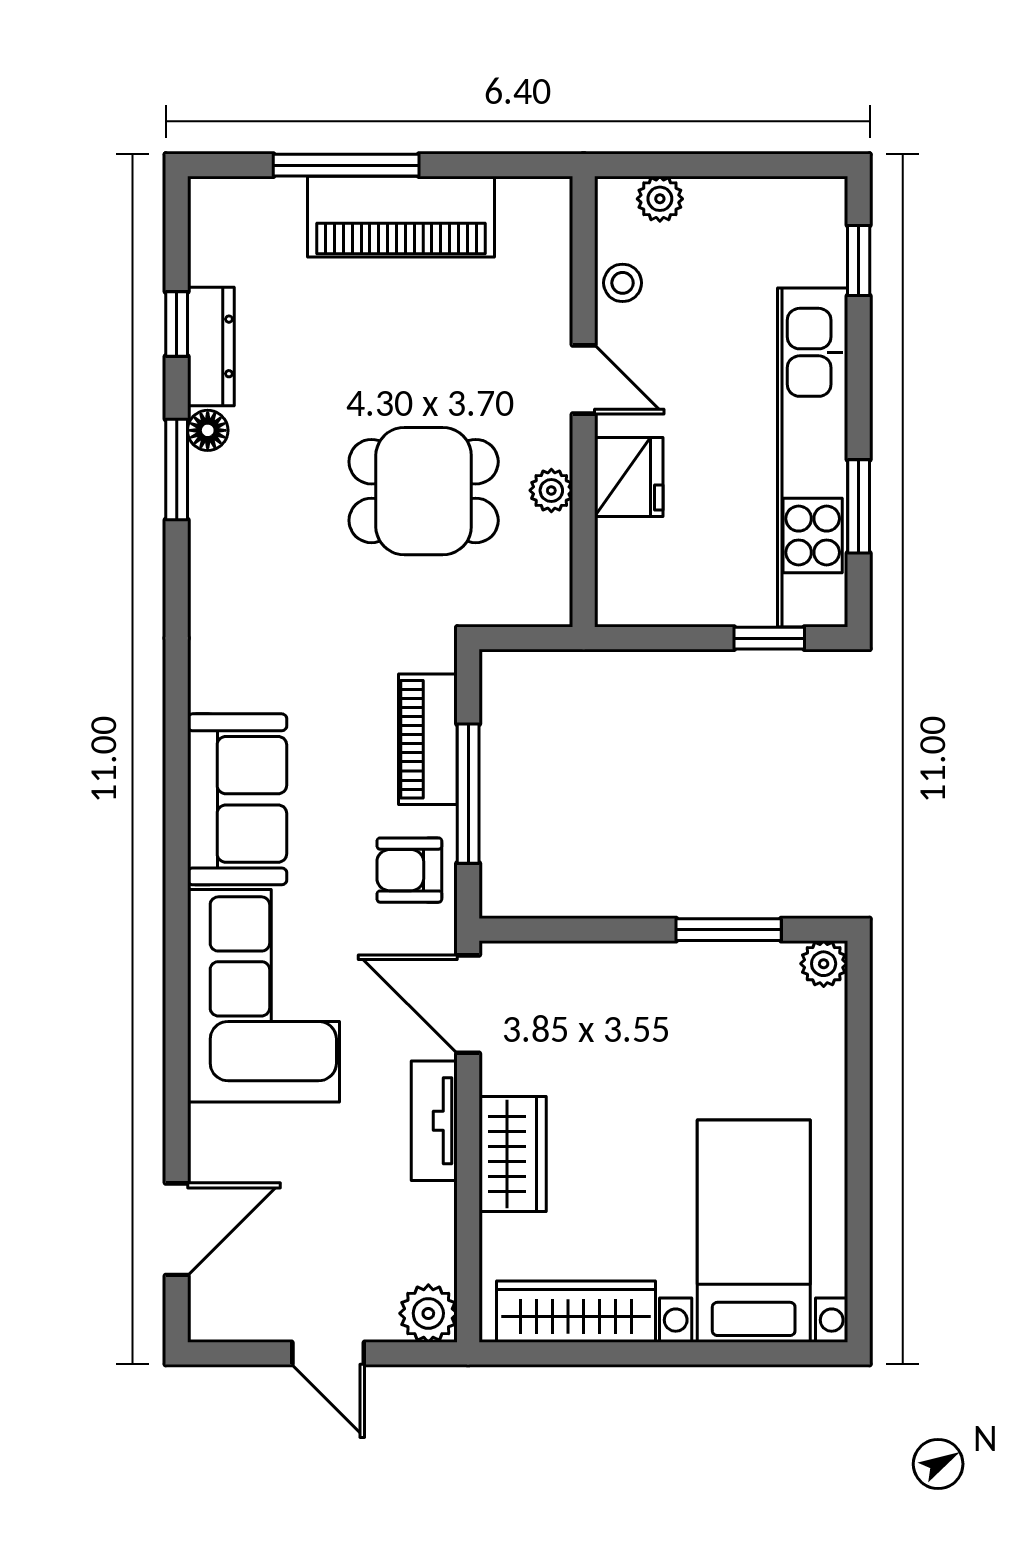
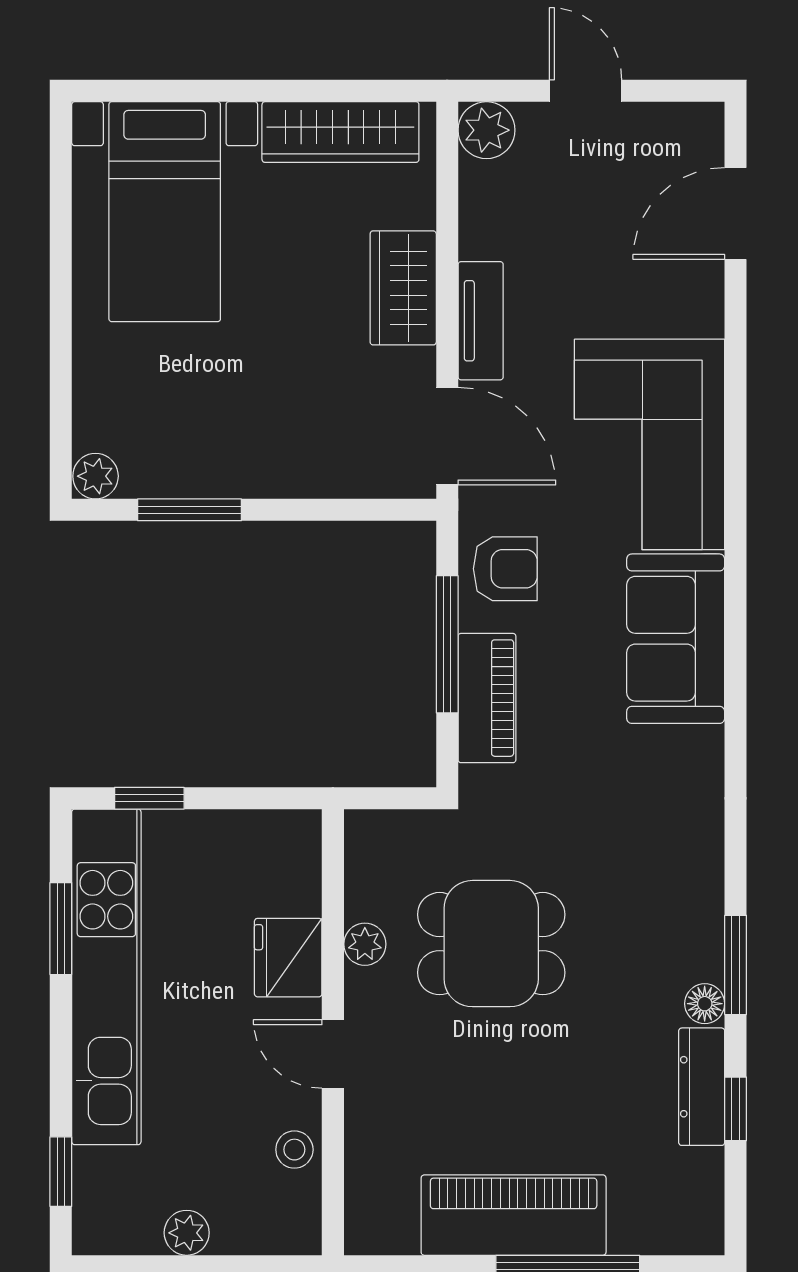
plant: (660, 199) -> (187, 1233), moved

